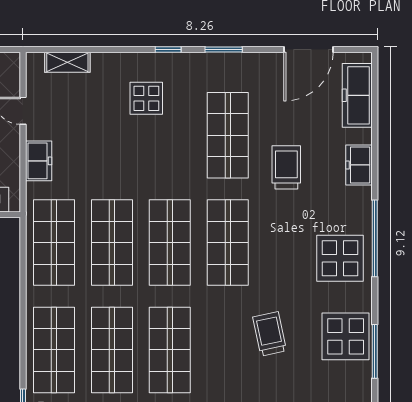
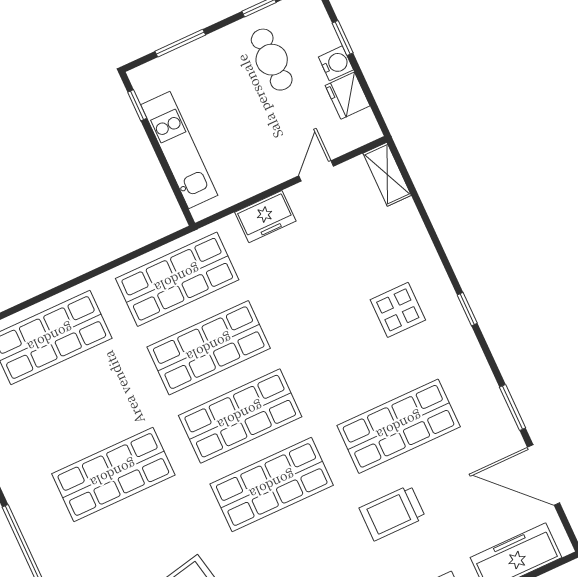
window: (224, 50) -> (513, 407), moved
shelving: (67, 62) -> (387, 174), moved
trolley: (286, 167) -> (392, 513), turned 180
shop shelf: (112, 350) -> (82, 406), removed

